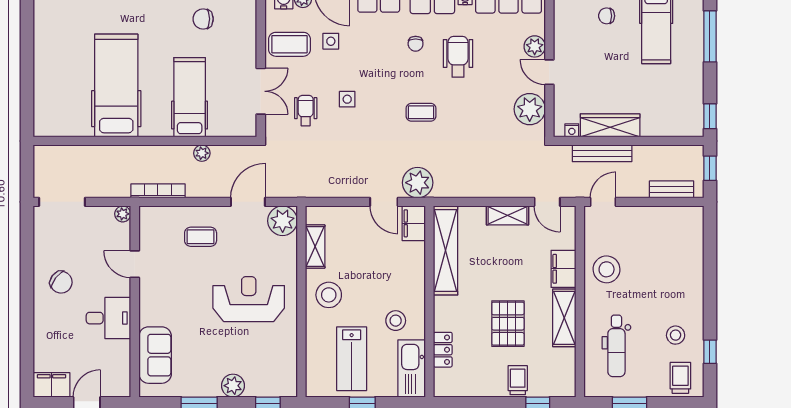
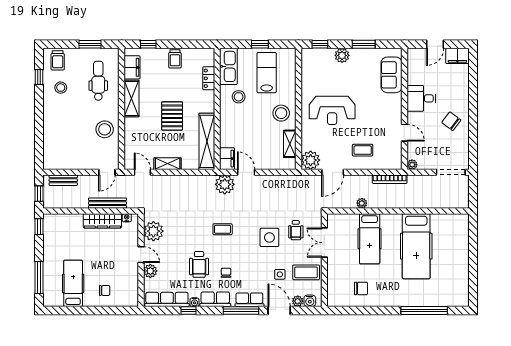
side table: (347, 99) -> (269, 237), width x1.87, depth x1.87
filing cabinet: (563, 269) -> (132, 67), moved
pallet: (508, 324) -> (172, 116), moved
trolley: (518, 380) -> (175, 59), moved

